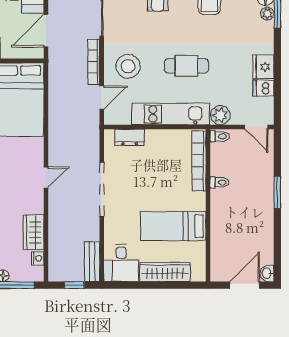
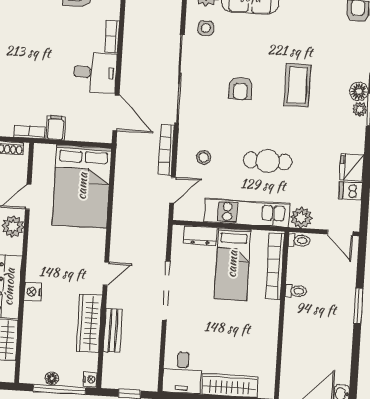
door: (46, 31) -> (116, 113), swing flipped
stool: (128, 66) -> (204, 157), width x0.53, depth x0.53
bed: (173, 226) -> (232, 264), moved, turned -90
wardrobe: (34, 232) -> (89, 323), width x1.50
nightstand: (38, 258) -> (90, 380), moved
bench: (92, 262) -> (113, 330), moved

